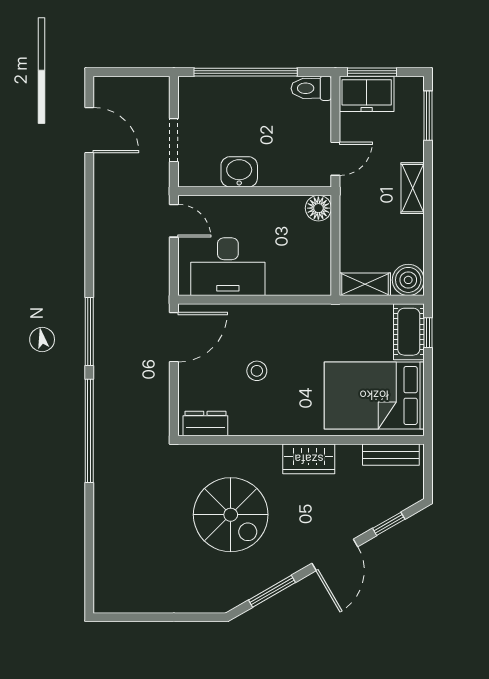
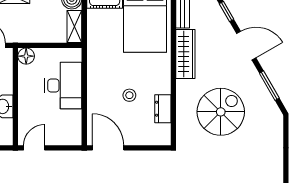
desk: (228, 267) -> (63, 85), moved
dresser: (205, 423) -> (163, 109), moved
wardrobe: (309, 459) -> (185, 54), width x1.50

